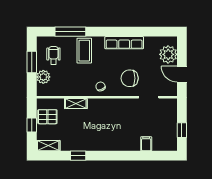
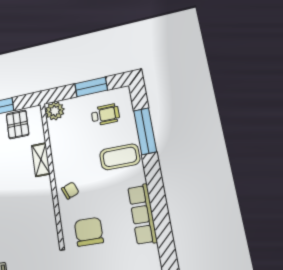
plant: (43, 77) -> (55, 111), moved

